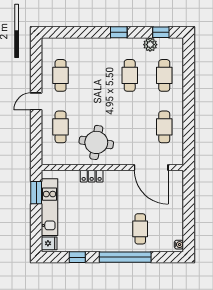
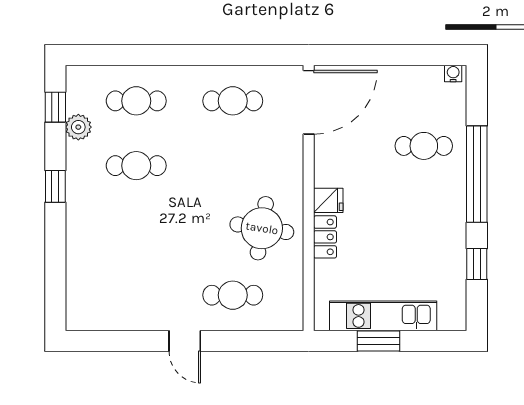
cafe table: (61, 75) -> (136, 295), removed
door: (151, 167) -> (309, 102), moved
window: (36, 193) -> (379, 341), moved
fridge: (49, 243) -> (328, 200), moved, turned 90

